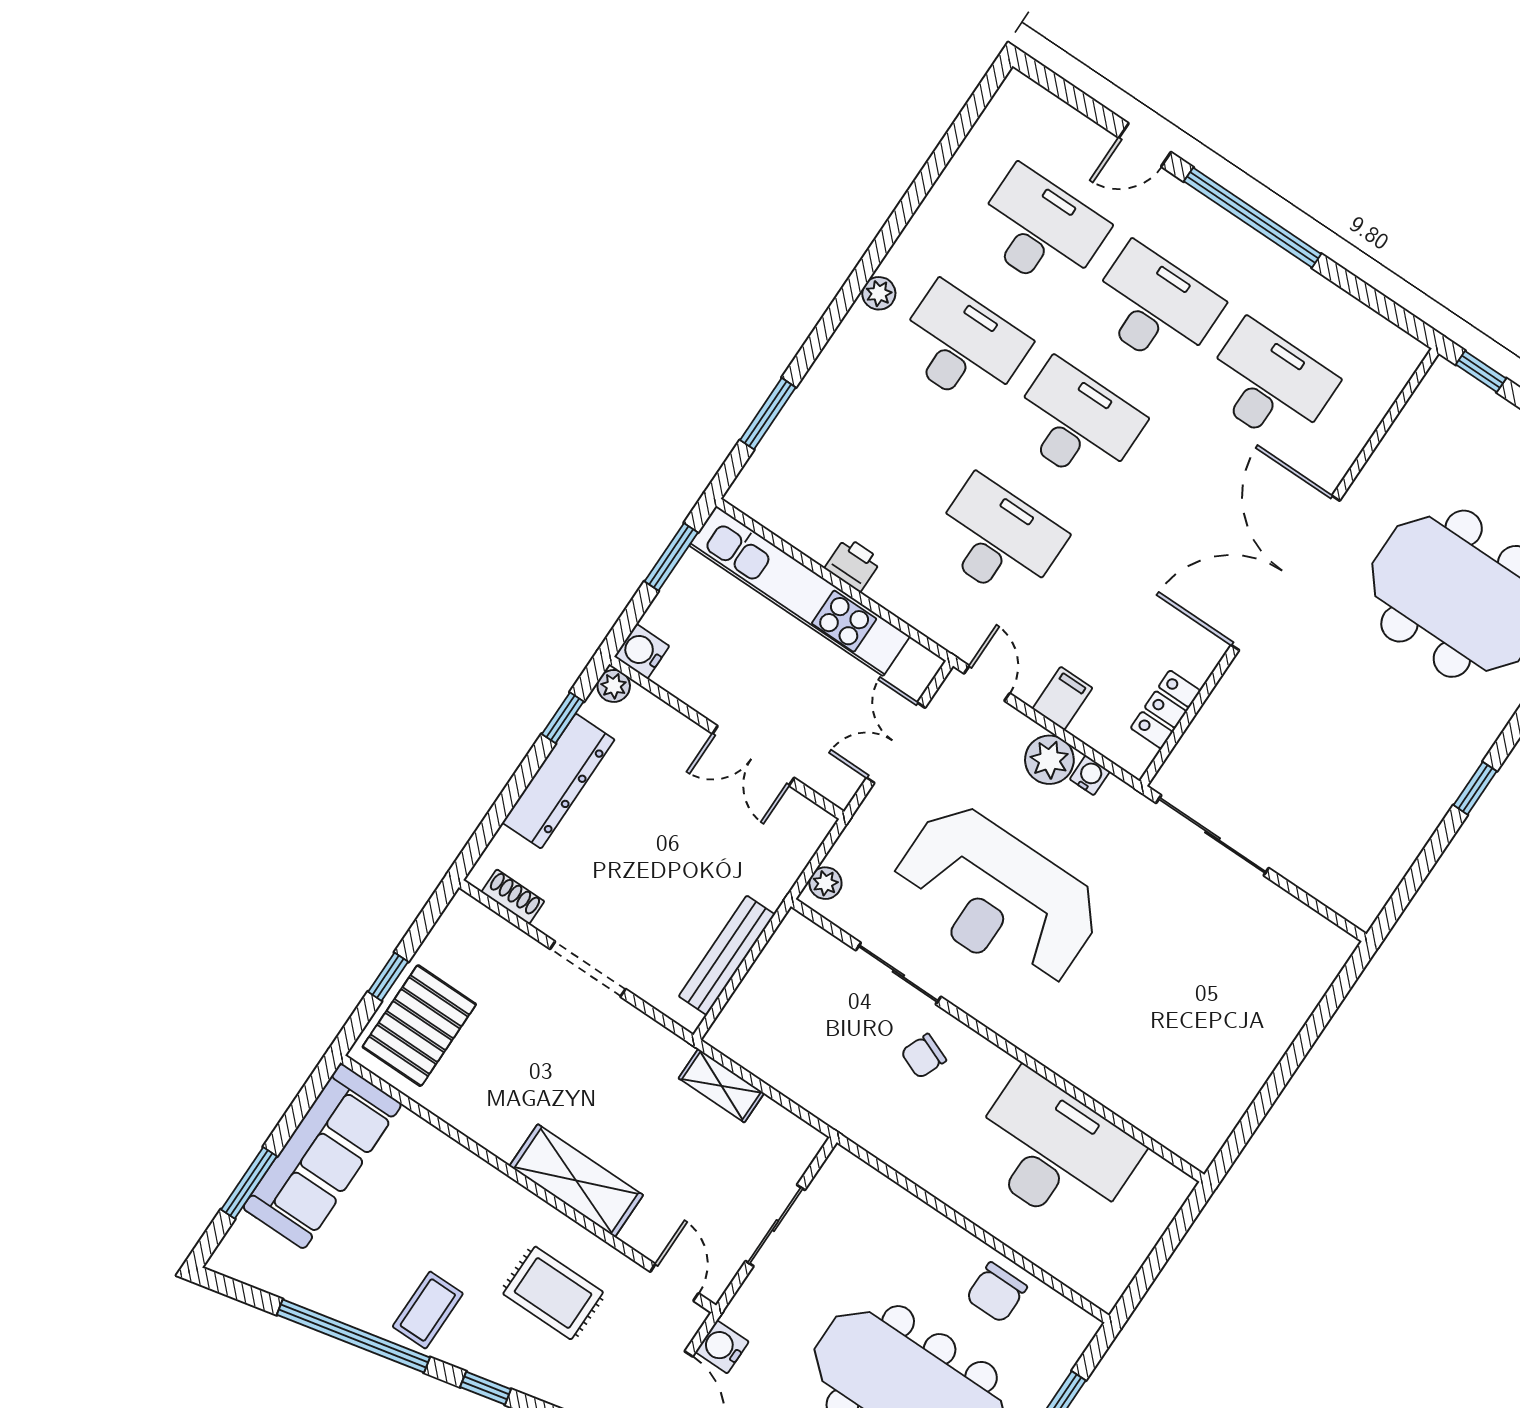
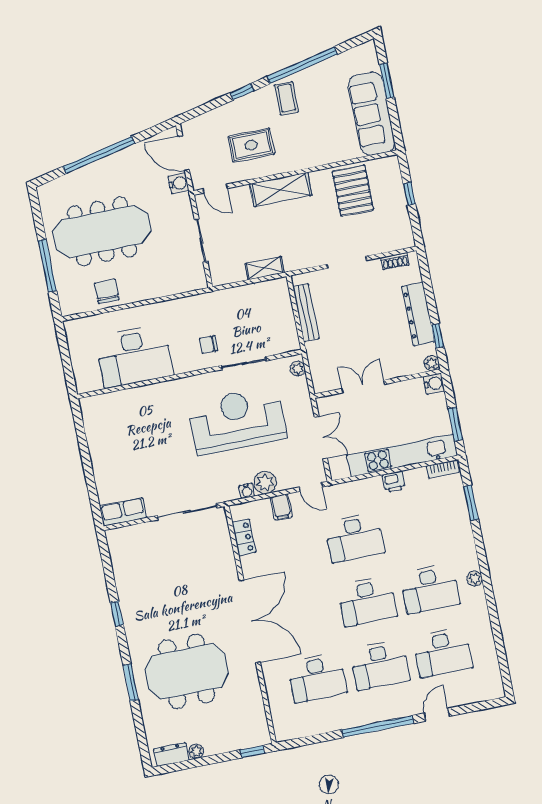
bookcase: (759, 508) -> (443, 469), added
row of seats: (1310, 934) -> (123, 512), added
pallet: (419, 1026) -> (353, 191), moved
chair: (924, 1056) -> (209, 345), turned -112

